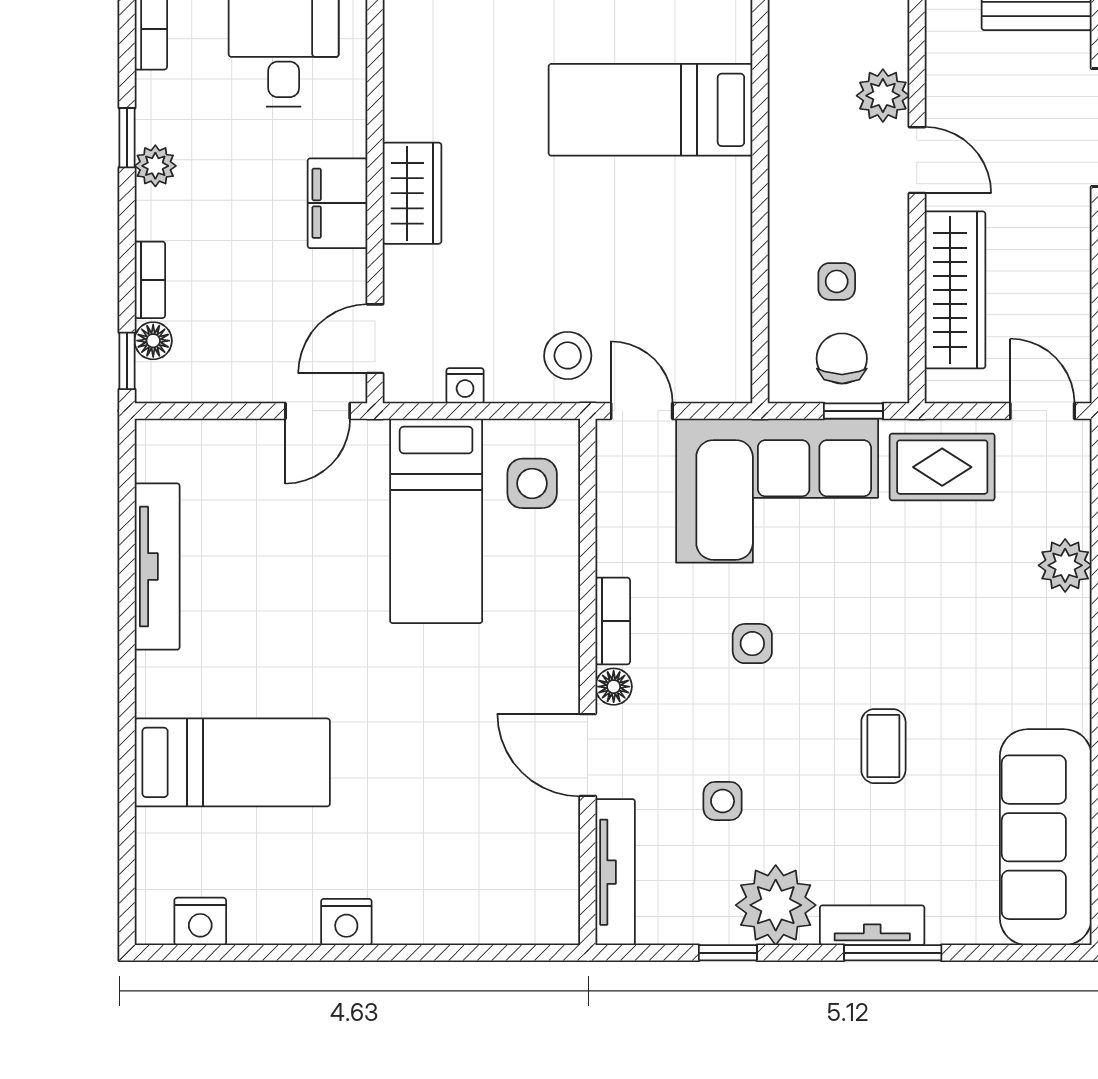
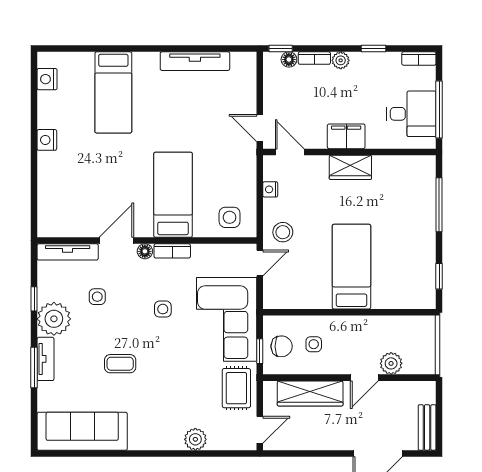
bed: (650, 110) -> (351, 267), moved
plant: (155, 166) -> (341, 60), moved
bed: (436, 521) -> (173, 195), moved, turned 90

